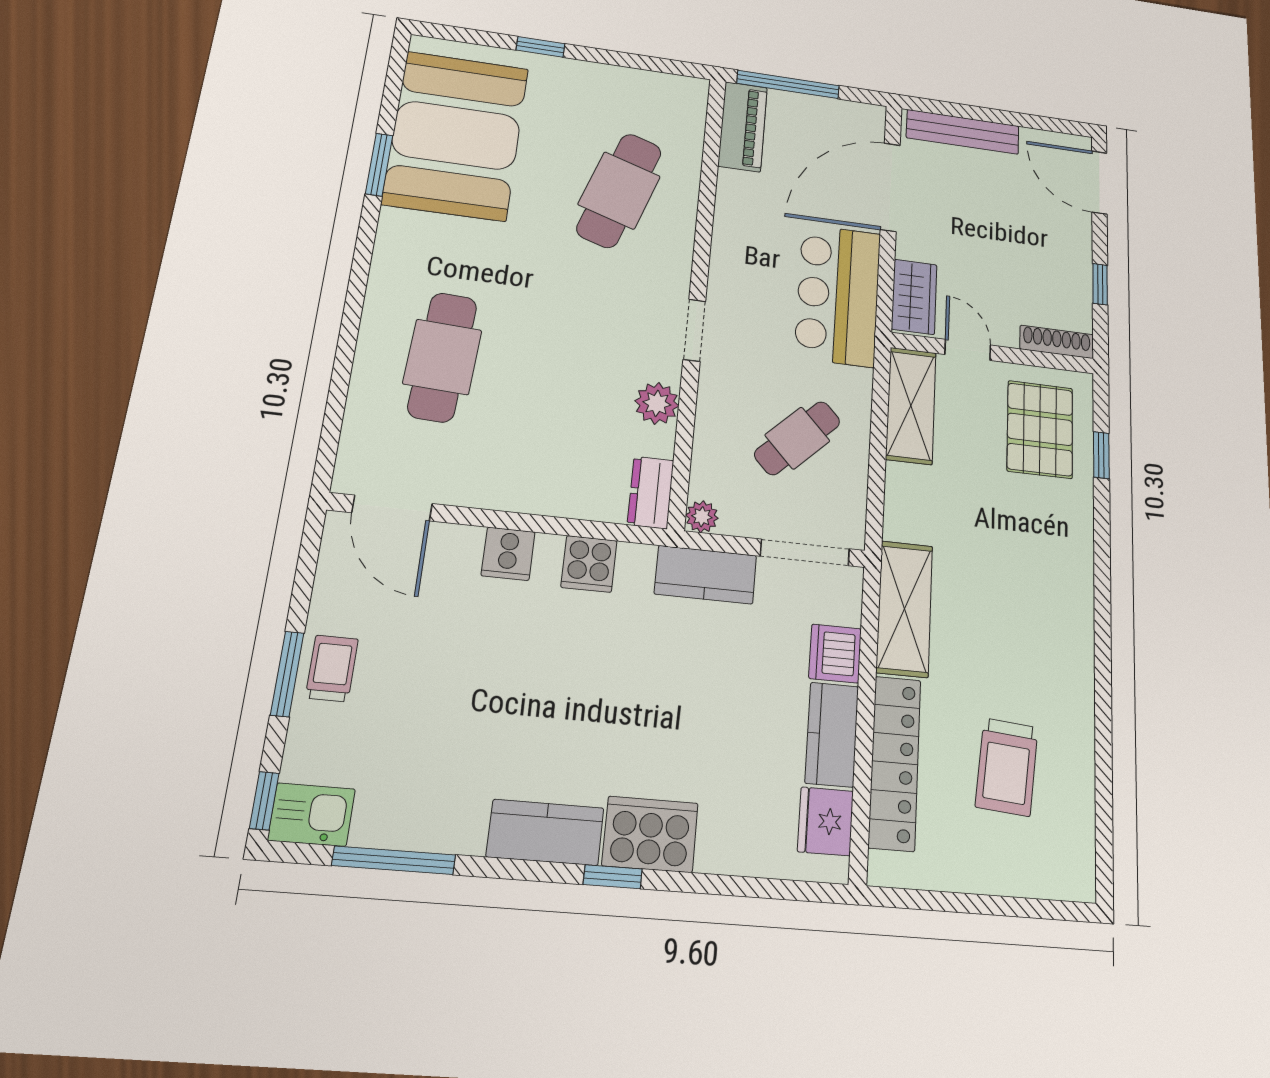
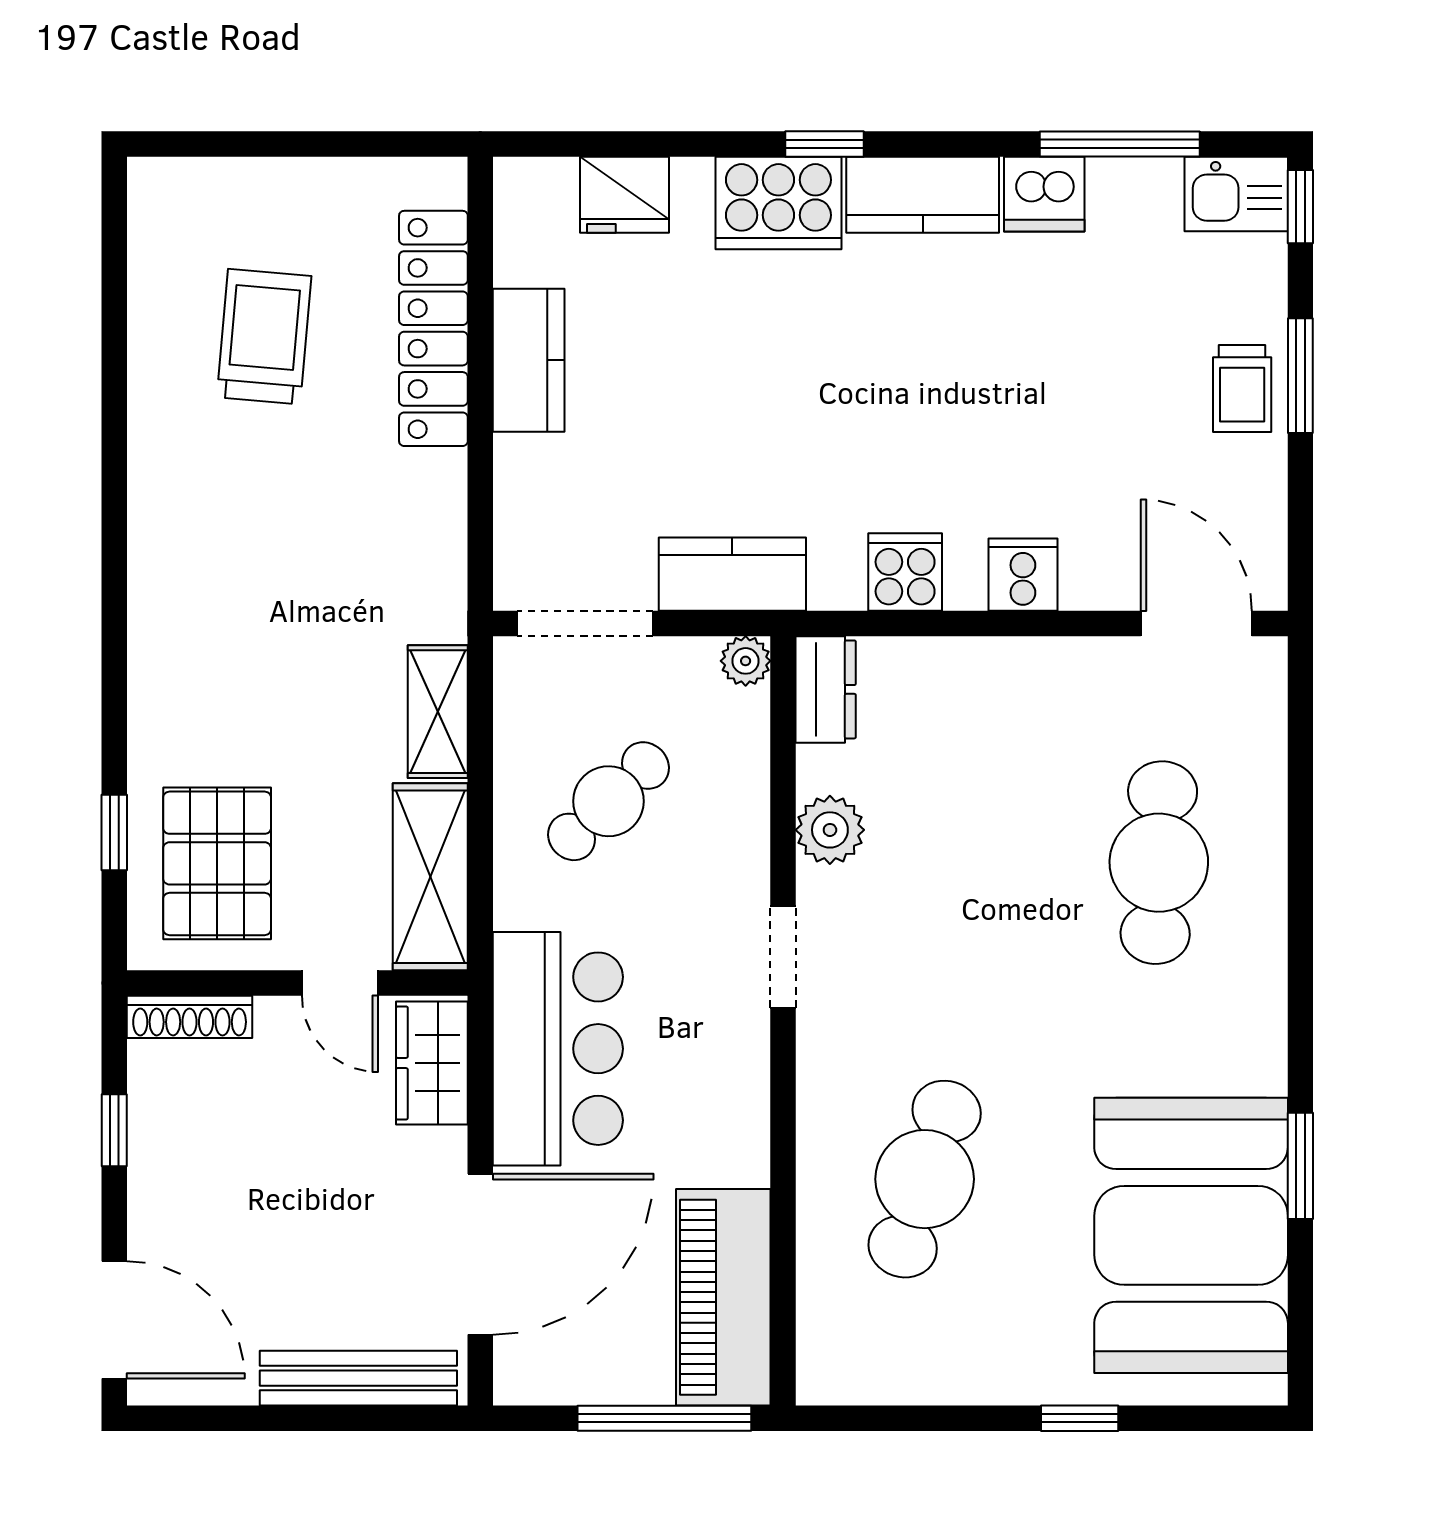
piano: (743, 127) -> (723, 1297), width x1.37, depth x1.33
shelving: (905, 609) -> (438, 712), moved, width x0.67, depth x0.75
dishwasher: (835, 654) -> (1044, 194), moved, turned 90
fridge: (826, 821) -> (624, 195), moved, turned 90

